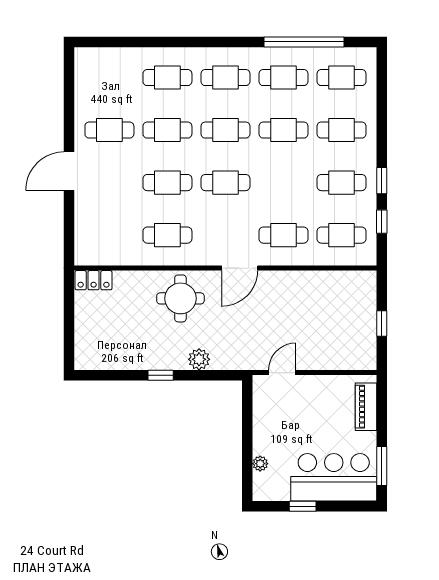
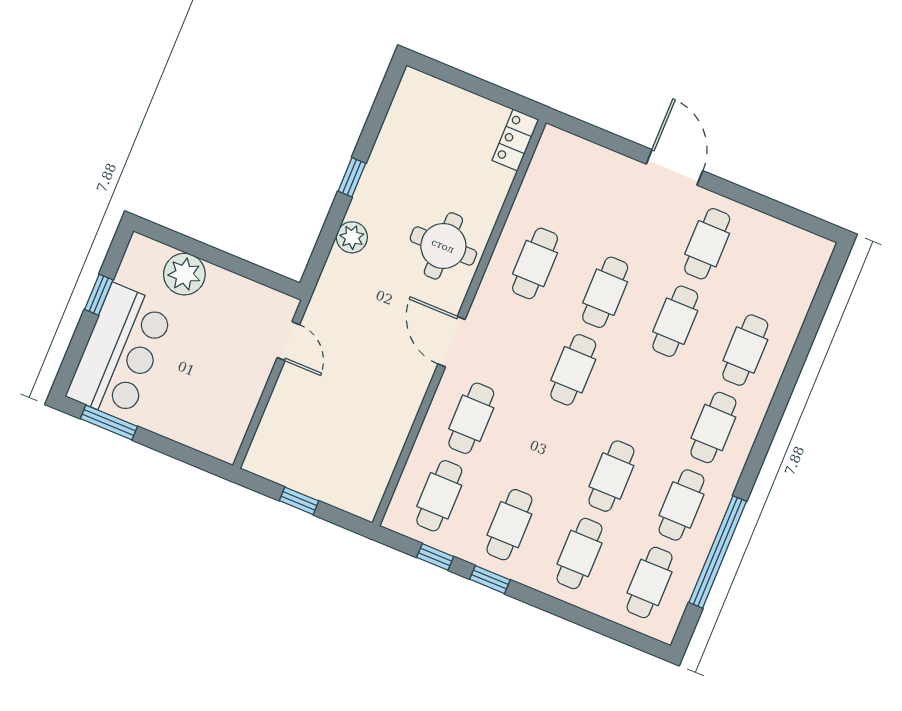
cafe table: (225, 130) -> (643, 399), removed
piano: (366, 407) -> (197, 434), removed
plant: (260, 464) -> (184, 274), width x1.88, depth x1.88

